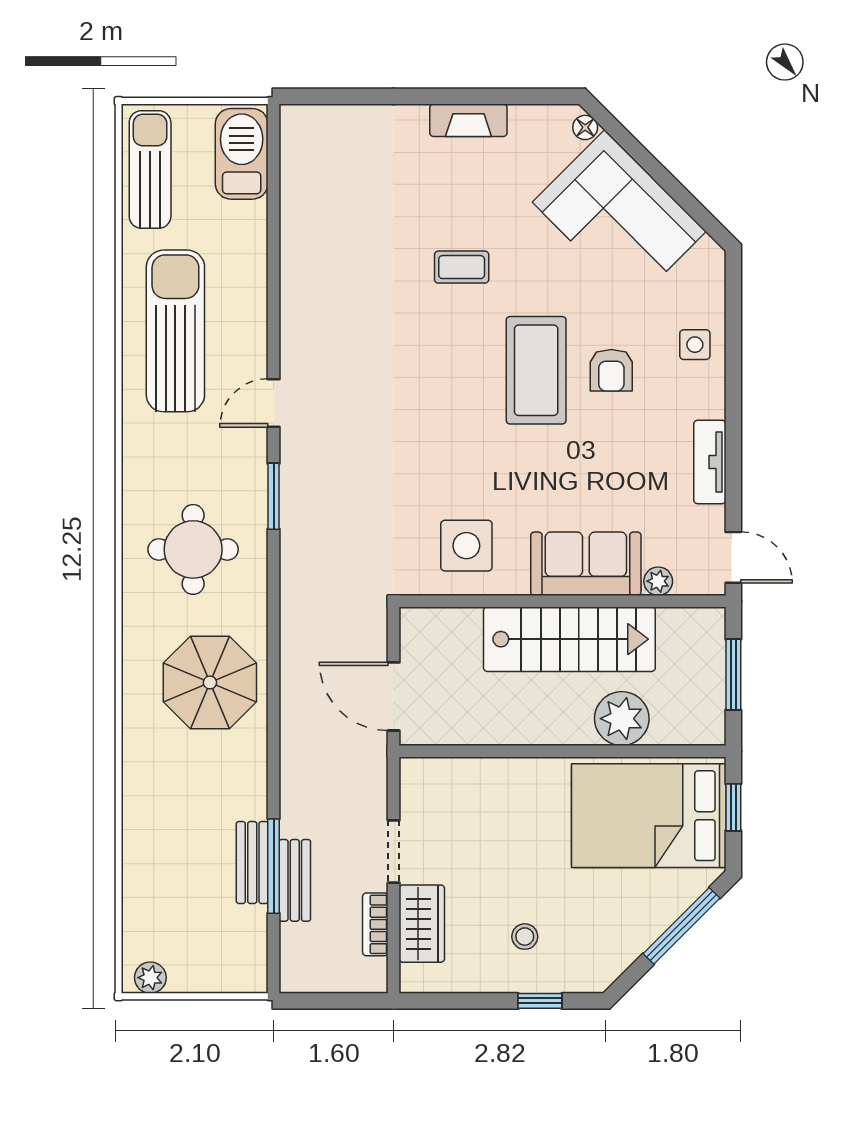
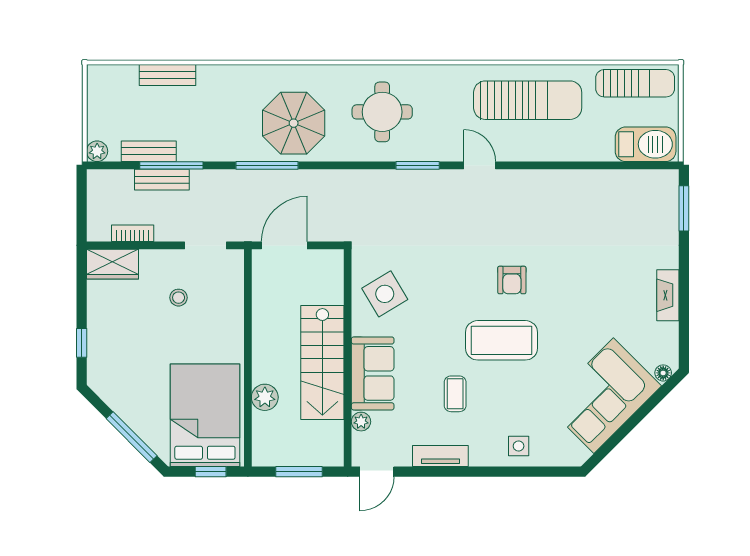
window: (338, 96) -> (684, 208), added
coffee table: (462, 267) -> (455, 394), moved
armchair: (611, 370) -> (512, 280), moved, turned -90
side table: (466, 546) -> (385, 294), turned -31
plant: (622, 719) -> (265, 397), width x0.73, depth x0.73
window: (274, 723) -> (267, 165), added
doorway: (394, 852) -> (206, 245), moved
bench: (252, 863) -> (149, 151), moved
bench: (138, 872) -> (167, 75), added
wardrobe: (422, 924) -> (112, 264), moved
stool: (525, 937) -> (179, 298), moved
plant: (150, 978) -> (97, 151), moved

